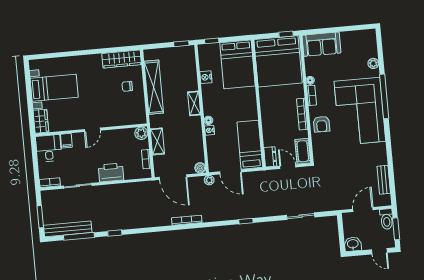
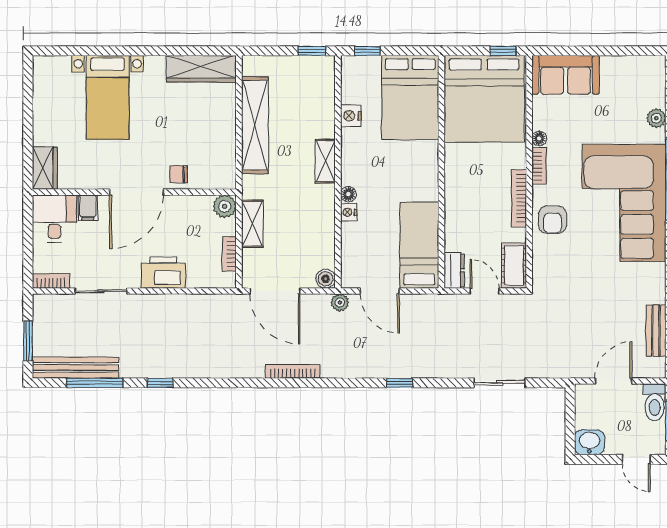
chair: (127, 86) -> (179, 174), moved
bed with nightstands: (54, 88) -> (108, 97), moved, turned 90
door: (92, 130) -> (137, 192), width x1.88

